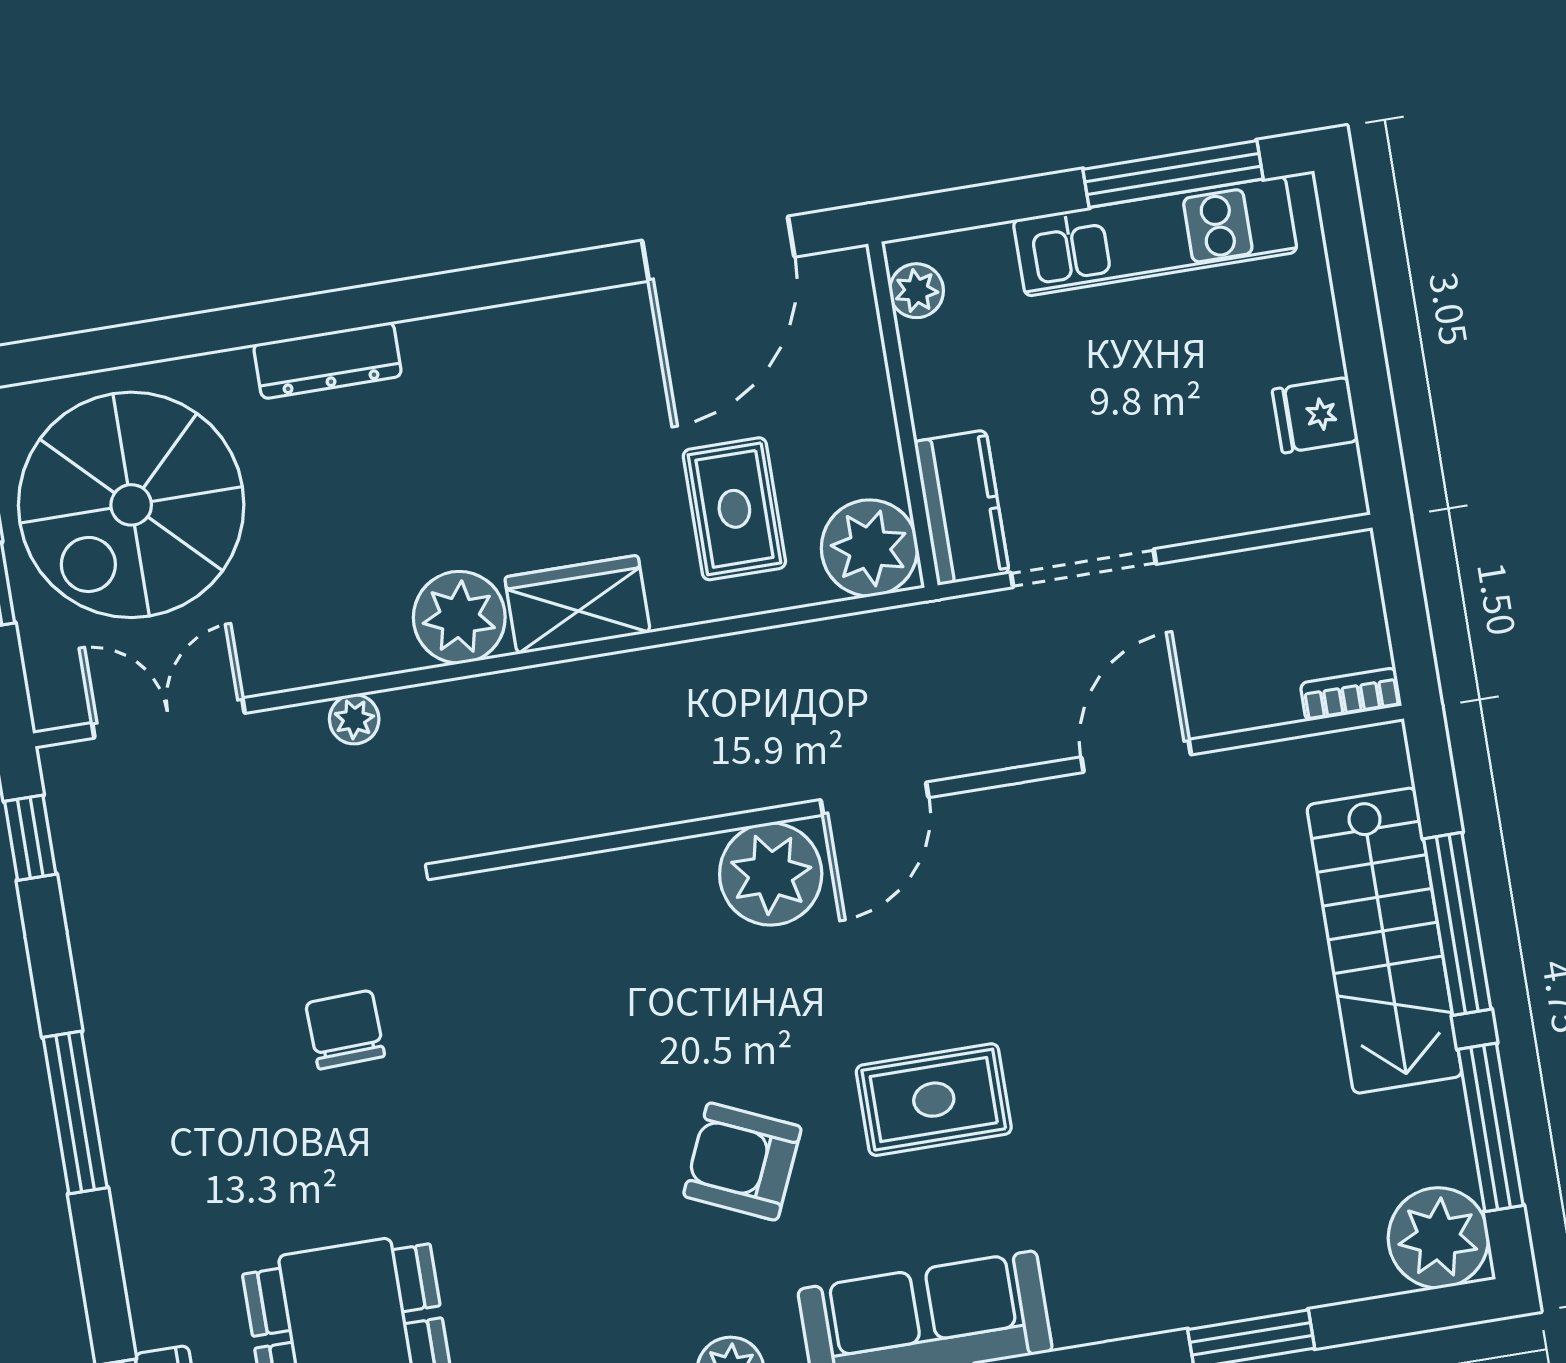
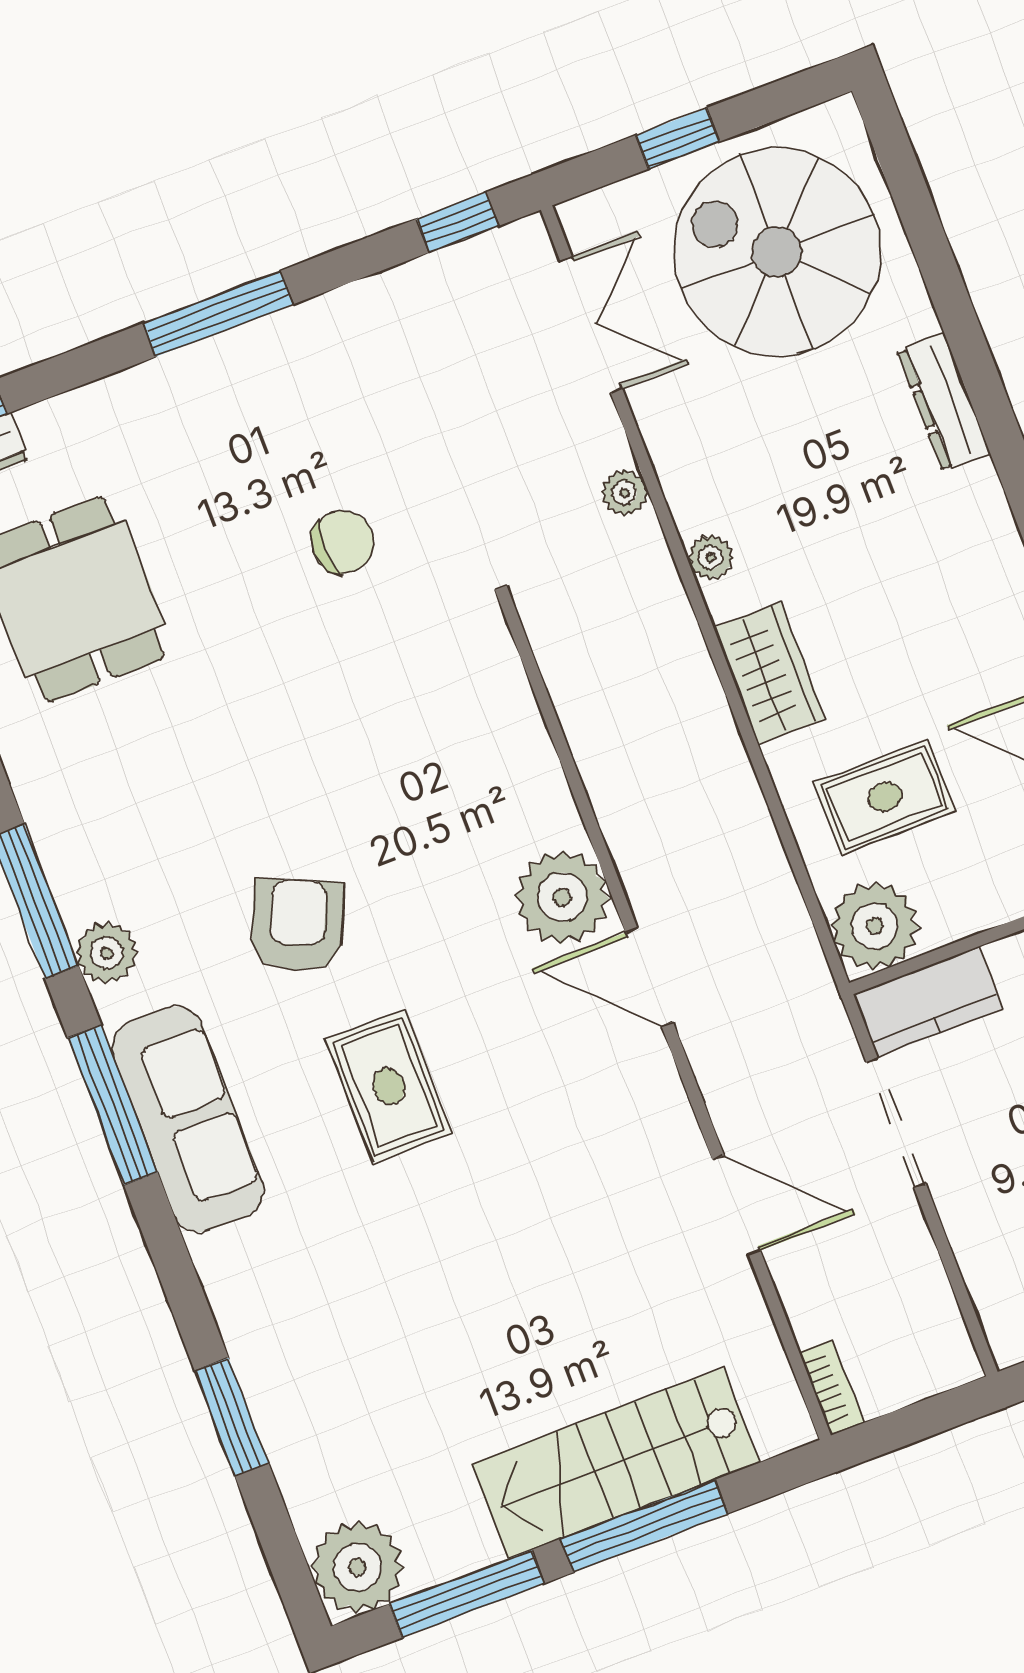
plant: (459, 617) -> (711, 557), width x0.53, depth x0.53

